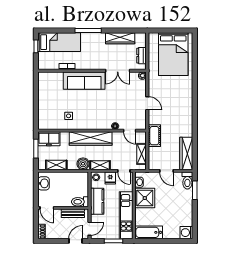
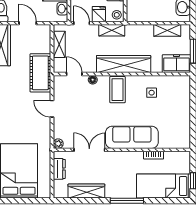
coffee table: (96, 118) -> (117, 90), added
cot: (154, 136) -> (40, 73), width x1.37, depth x1.34
boiler: (83, 164) -> (133, 32), removed

